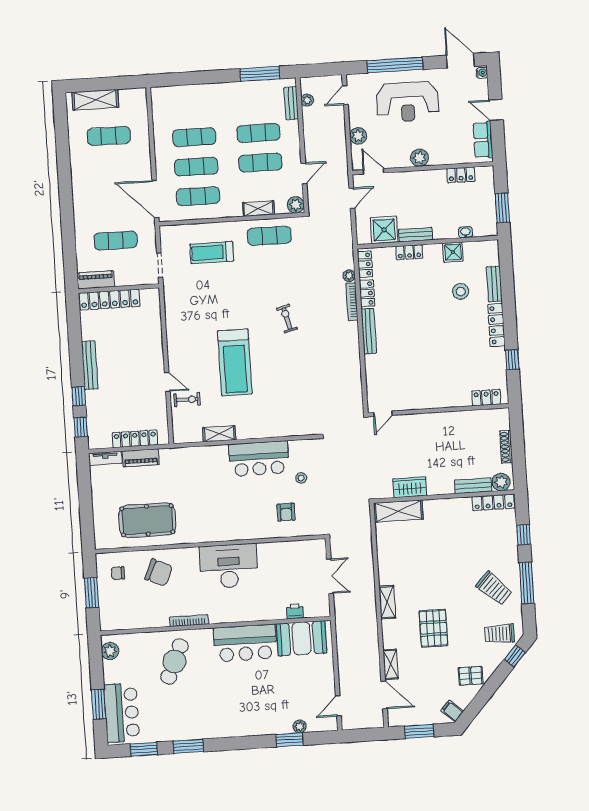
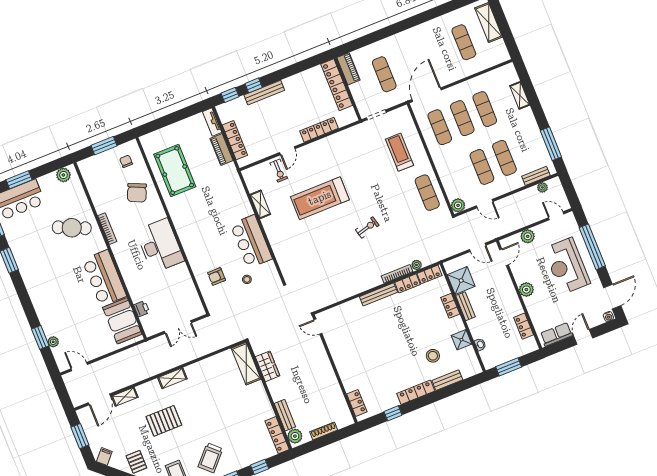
shelving: (259, 209) -> (520, 95), moved
locker: (155, 337) -> (319, 130), added
bench: (90, 365) -> (264, 93), moved

